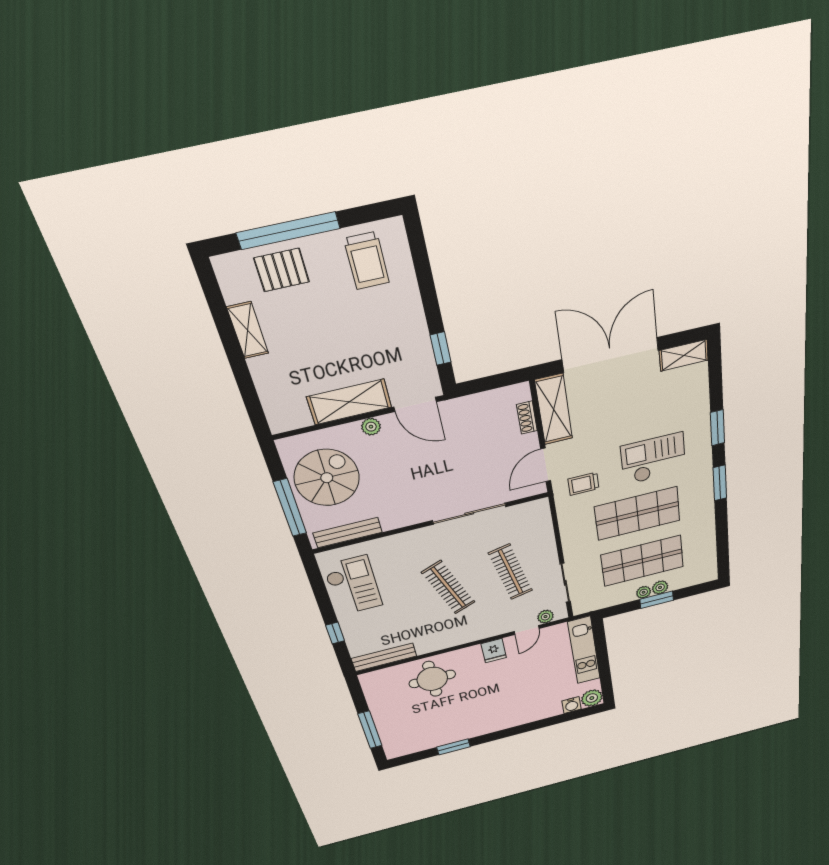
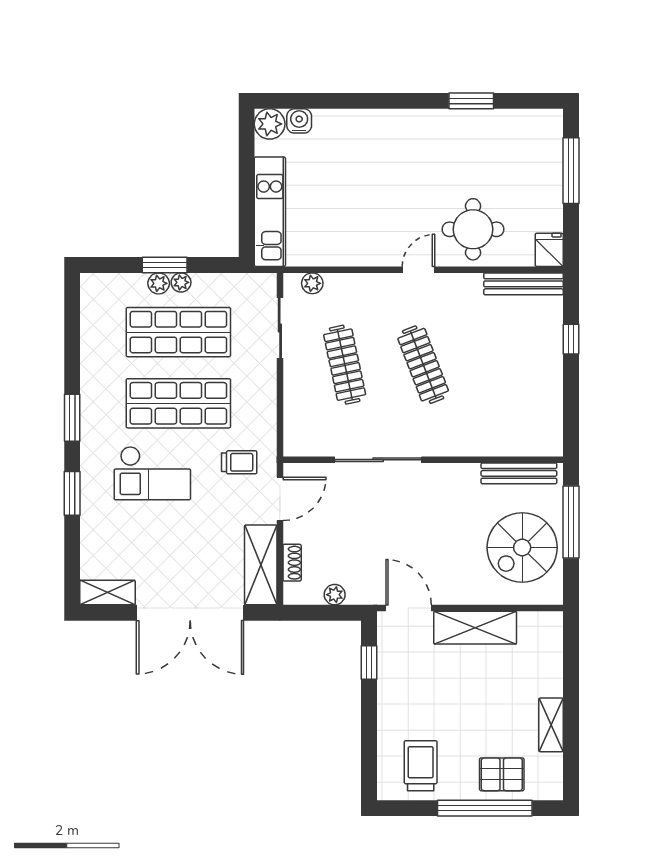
plant: (371, 427) -> (335, 595), moved
checkout: (353, 585) -> (532, 401), removed
door: (527, 630) -> (418, 270), moved
fridge: (494, 651) -> (549, 250), moved

